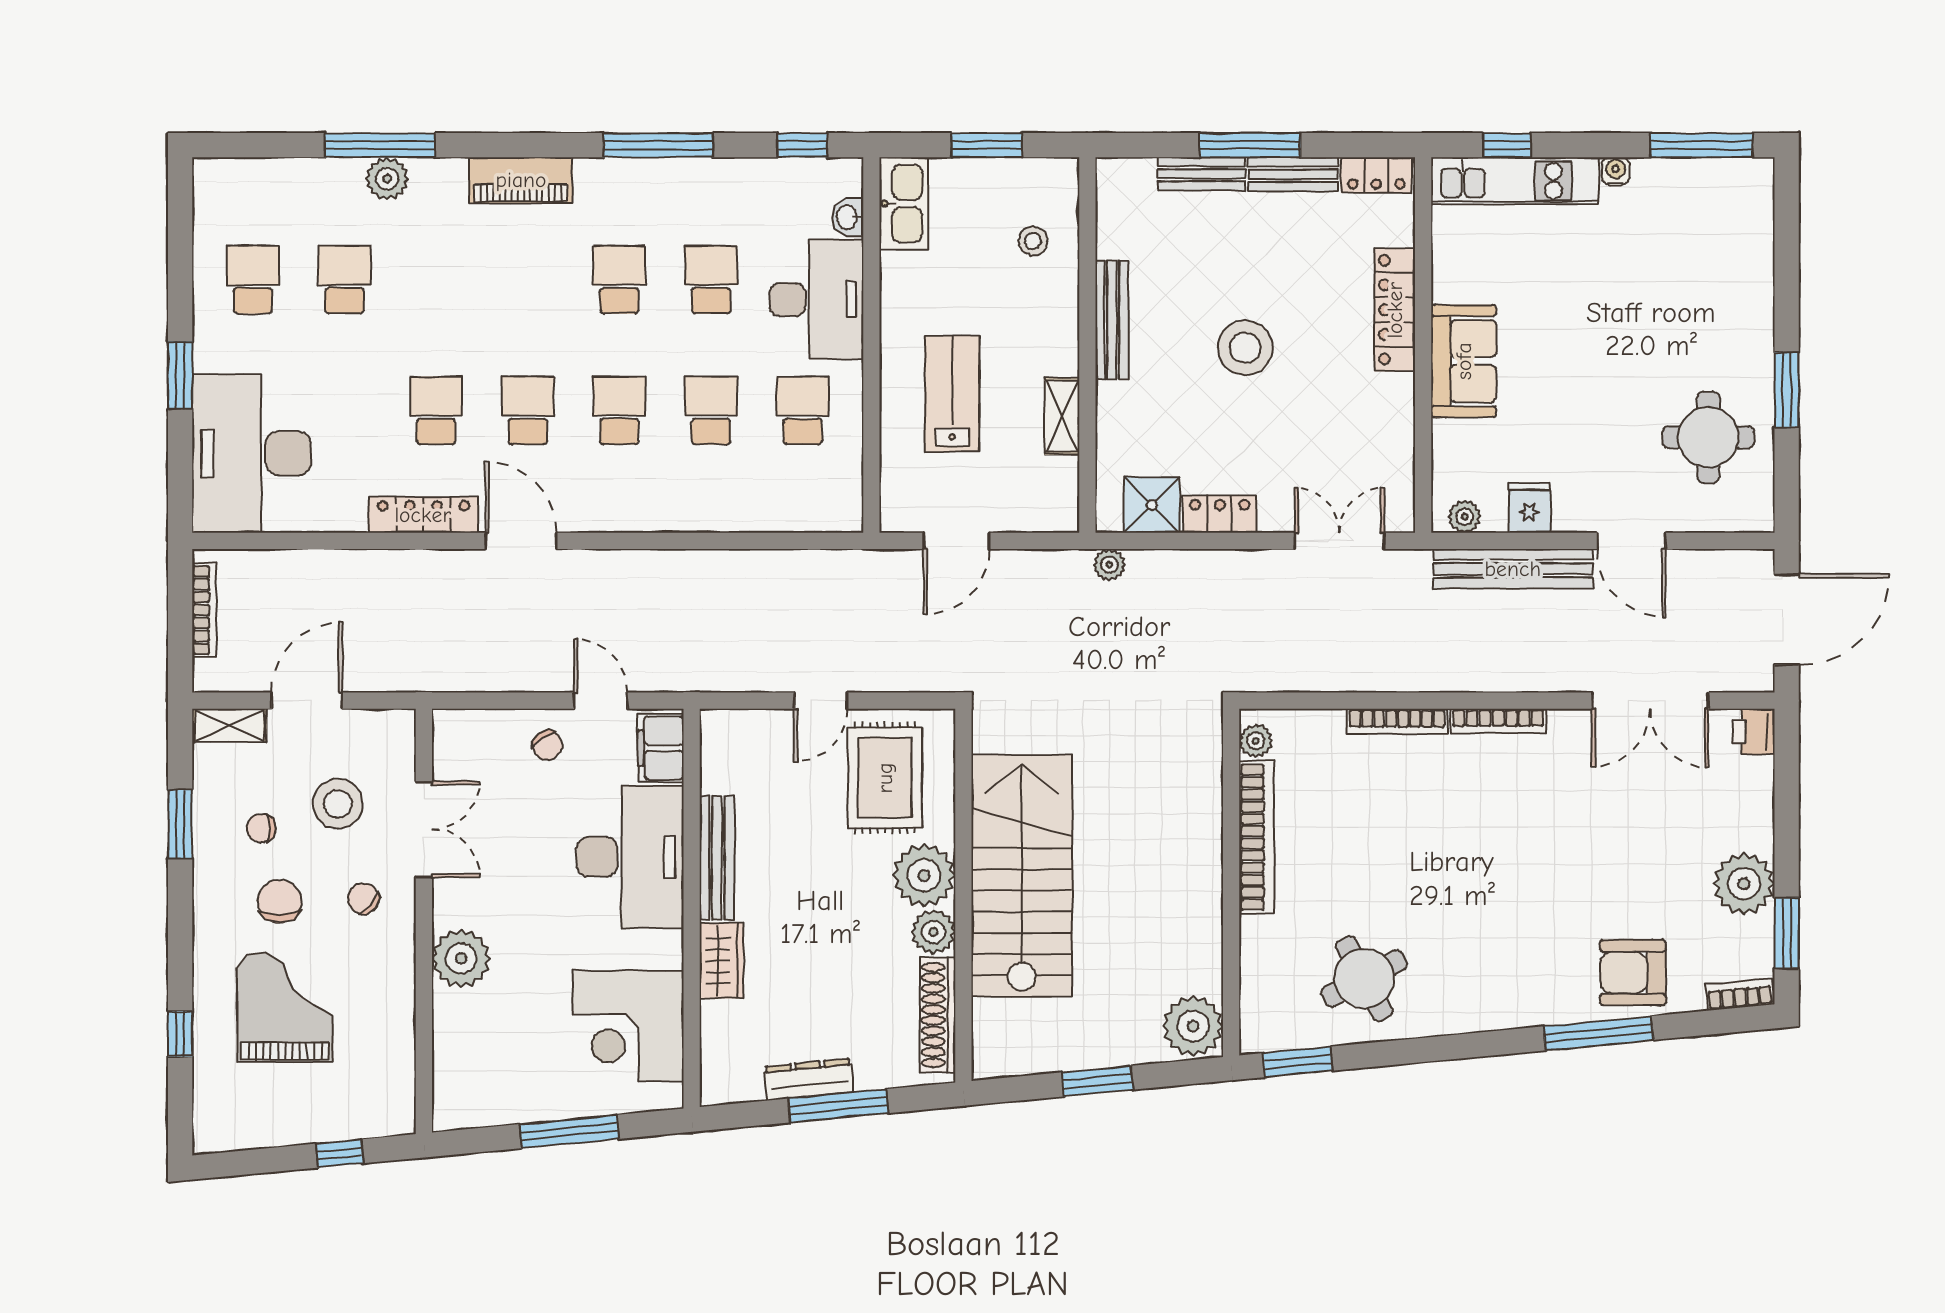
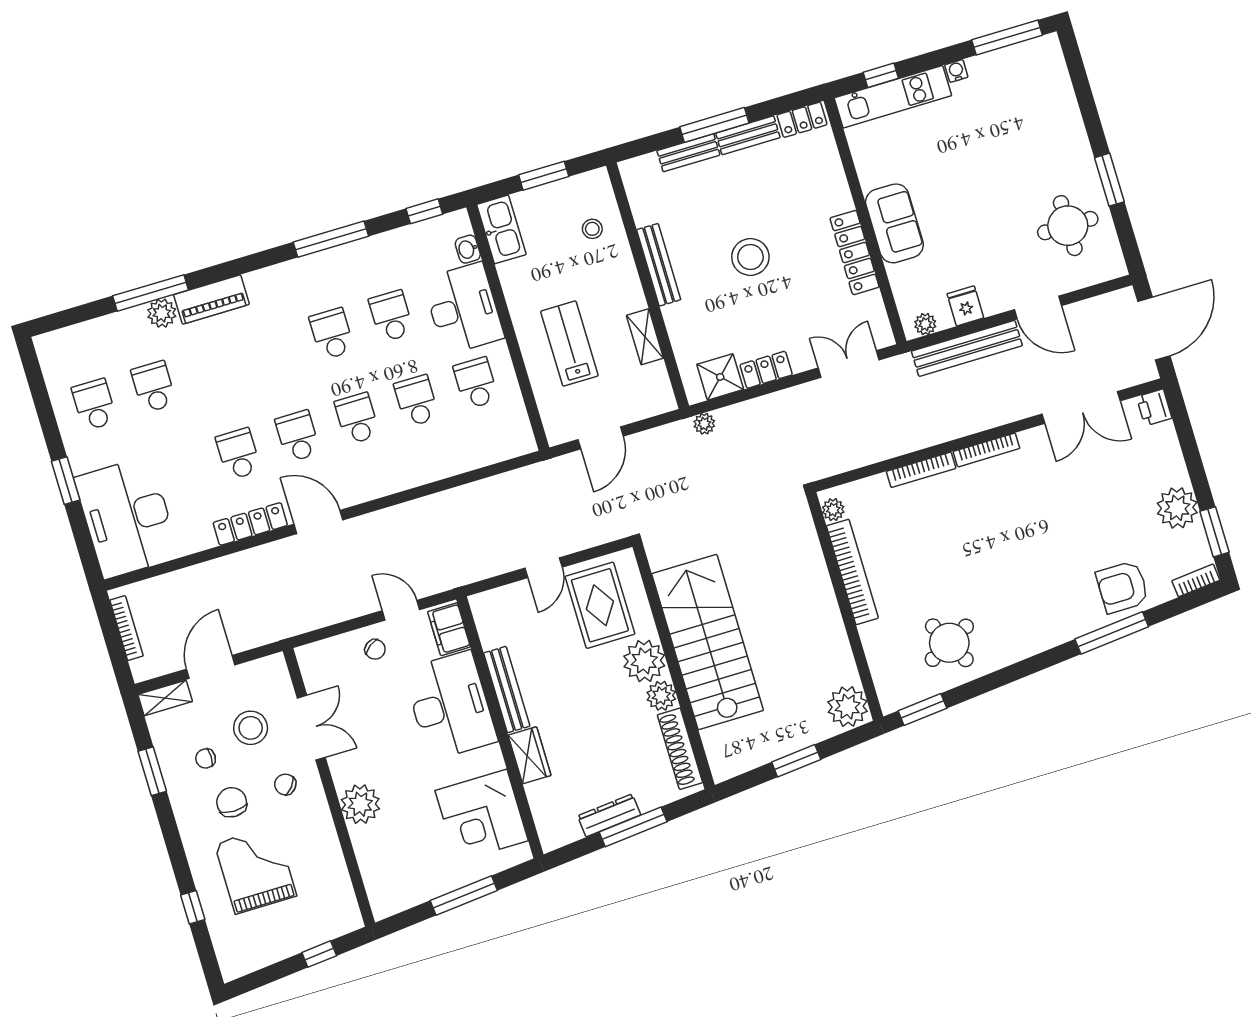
piano: (521, 180) -> (211, 299), moved
locker: (1395, 310) -> (855, 253), moved

